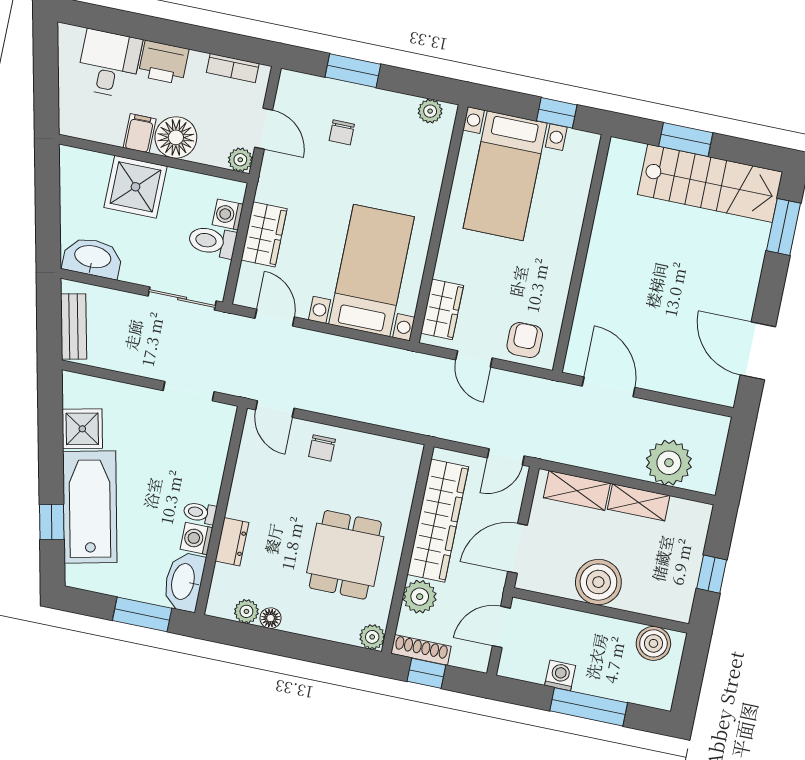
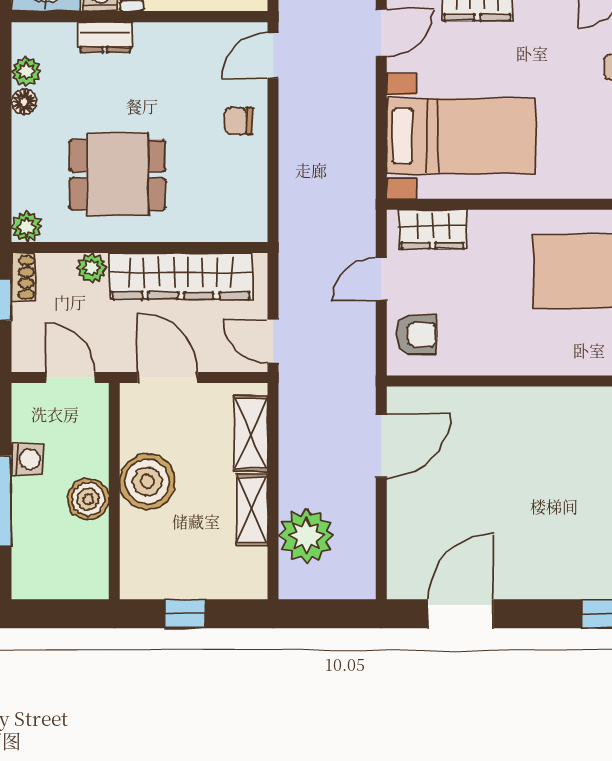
plant: (420, 597) -> (92, 268), width x0.73, depth x0.73
boiler: (653, 643) -> (88, 499), moved
shoe rack: (421, 650) -> (23, 277), width x0.70

